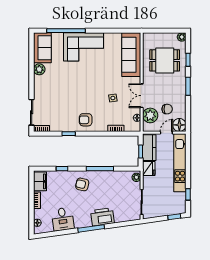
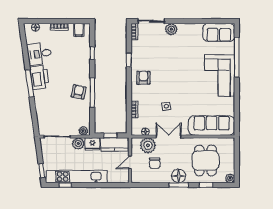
plant: (39, 69) -> (171, 29), moved
floor lamp: (179, 125) -> (179, 176), moved
door: (166, 133) -> (130, 162), swing flipped
kitchen unit: (180, 163) -> (77, 177), moved
filing cabinet: (40, 181) -> (79, 30), width x0.50
plant: (148, 182) -> (78, 144), added
armchair: (82, 184) -> (79, 92), moved
printer: (103, 217) -> (39, 77), moved

